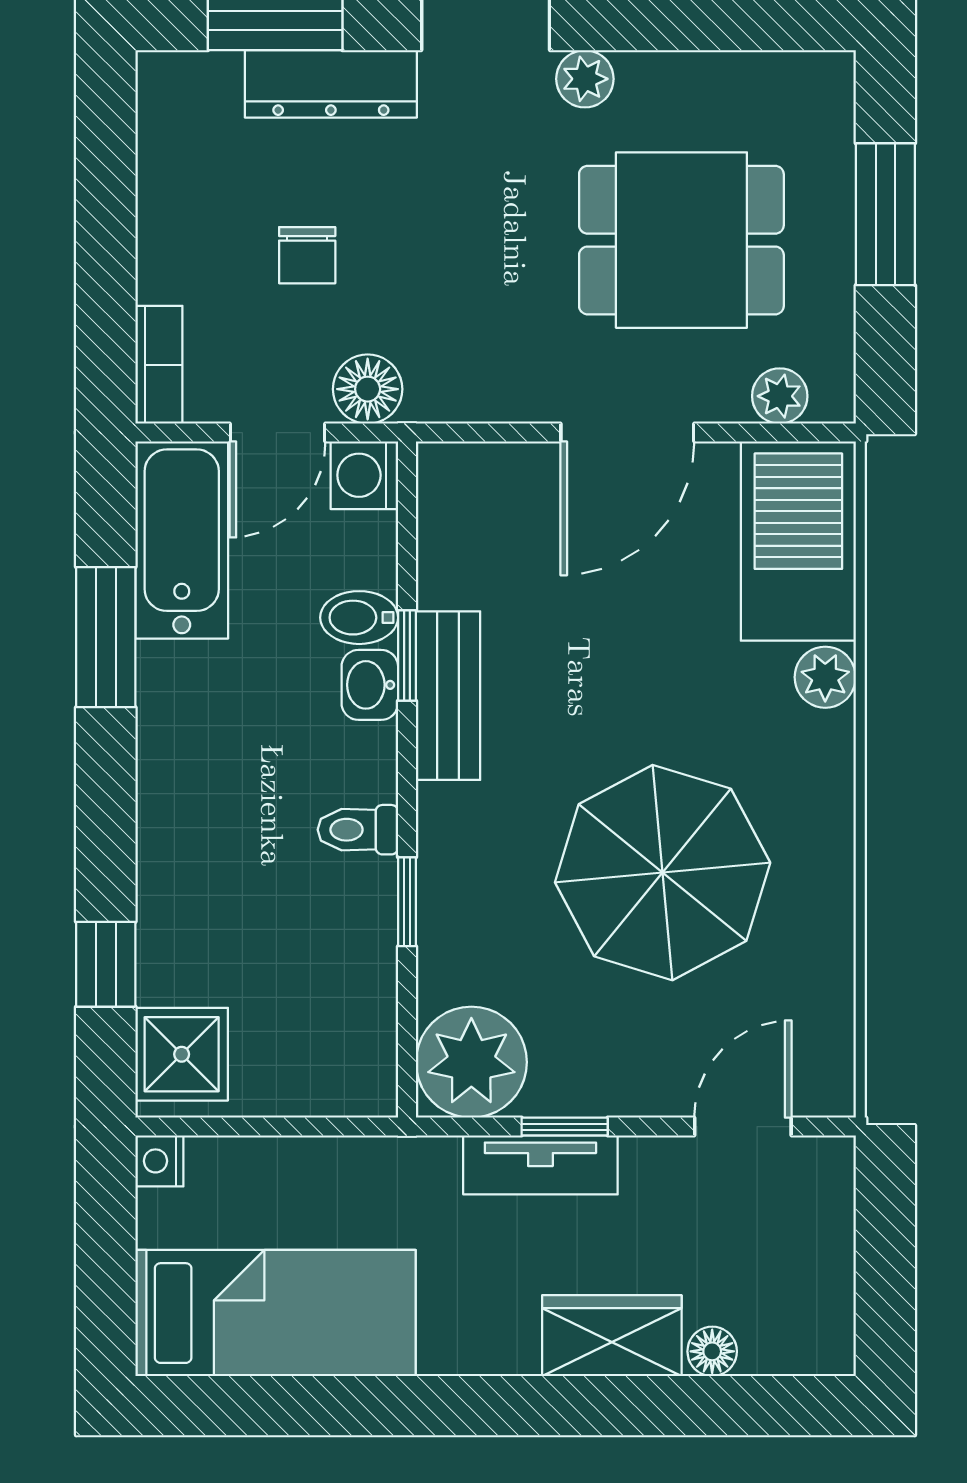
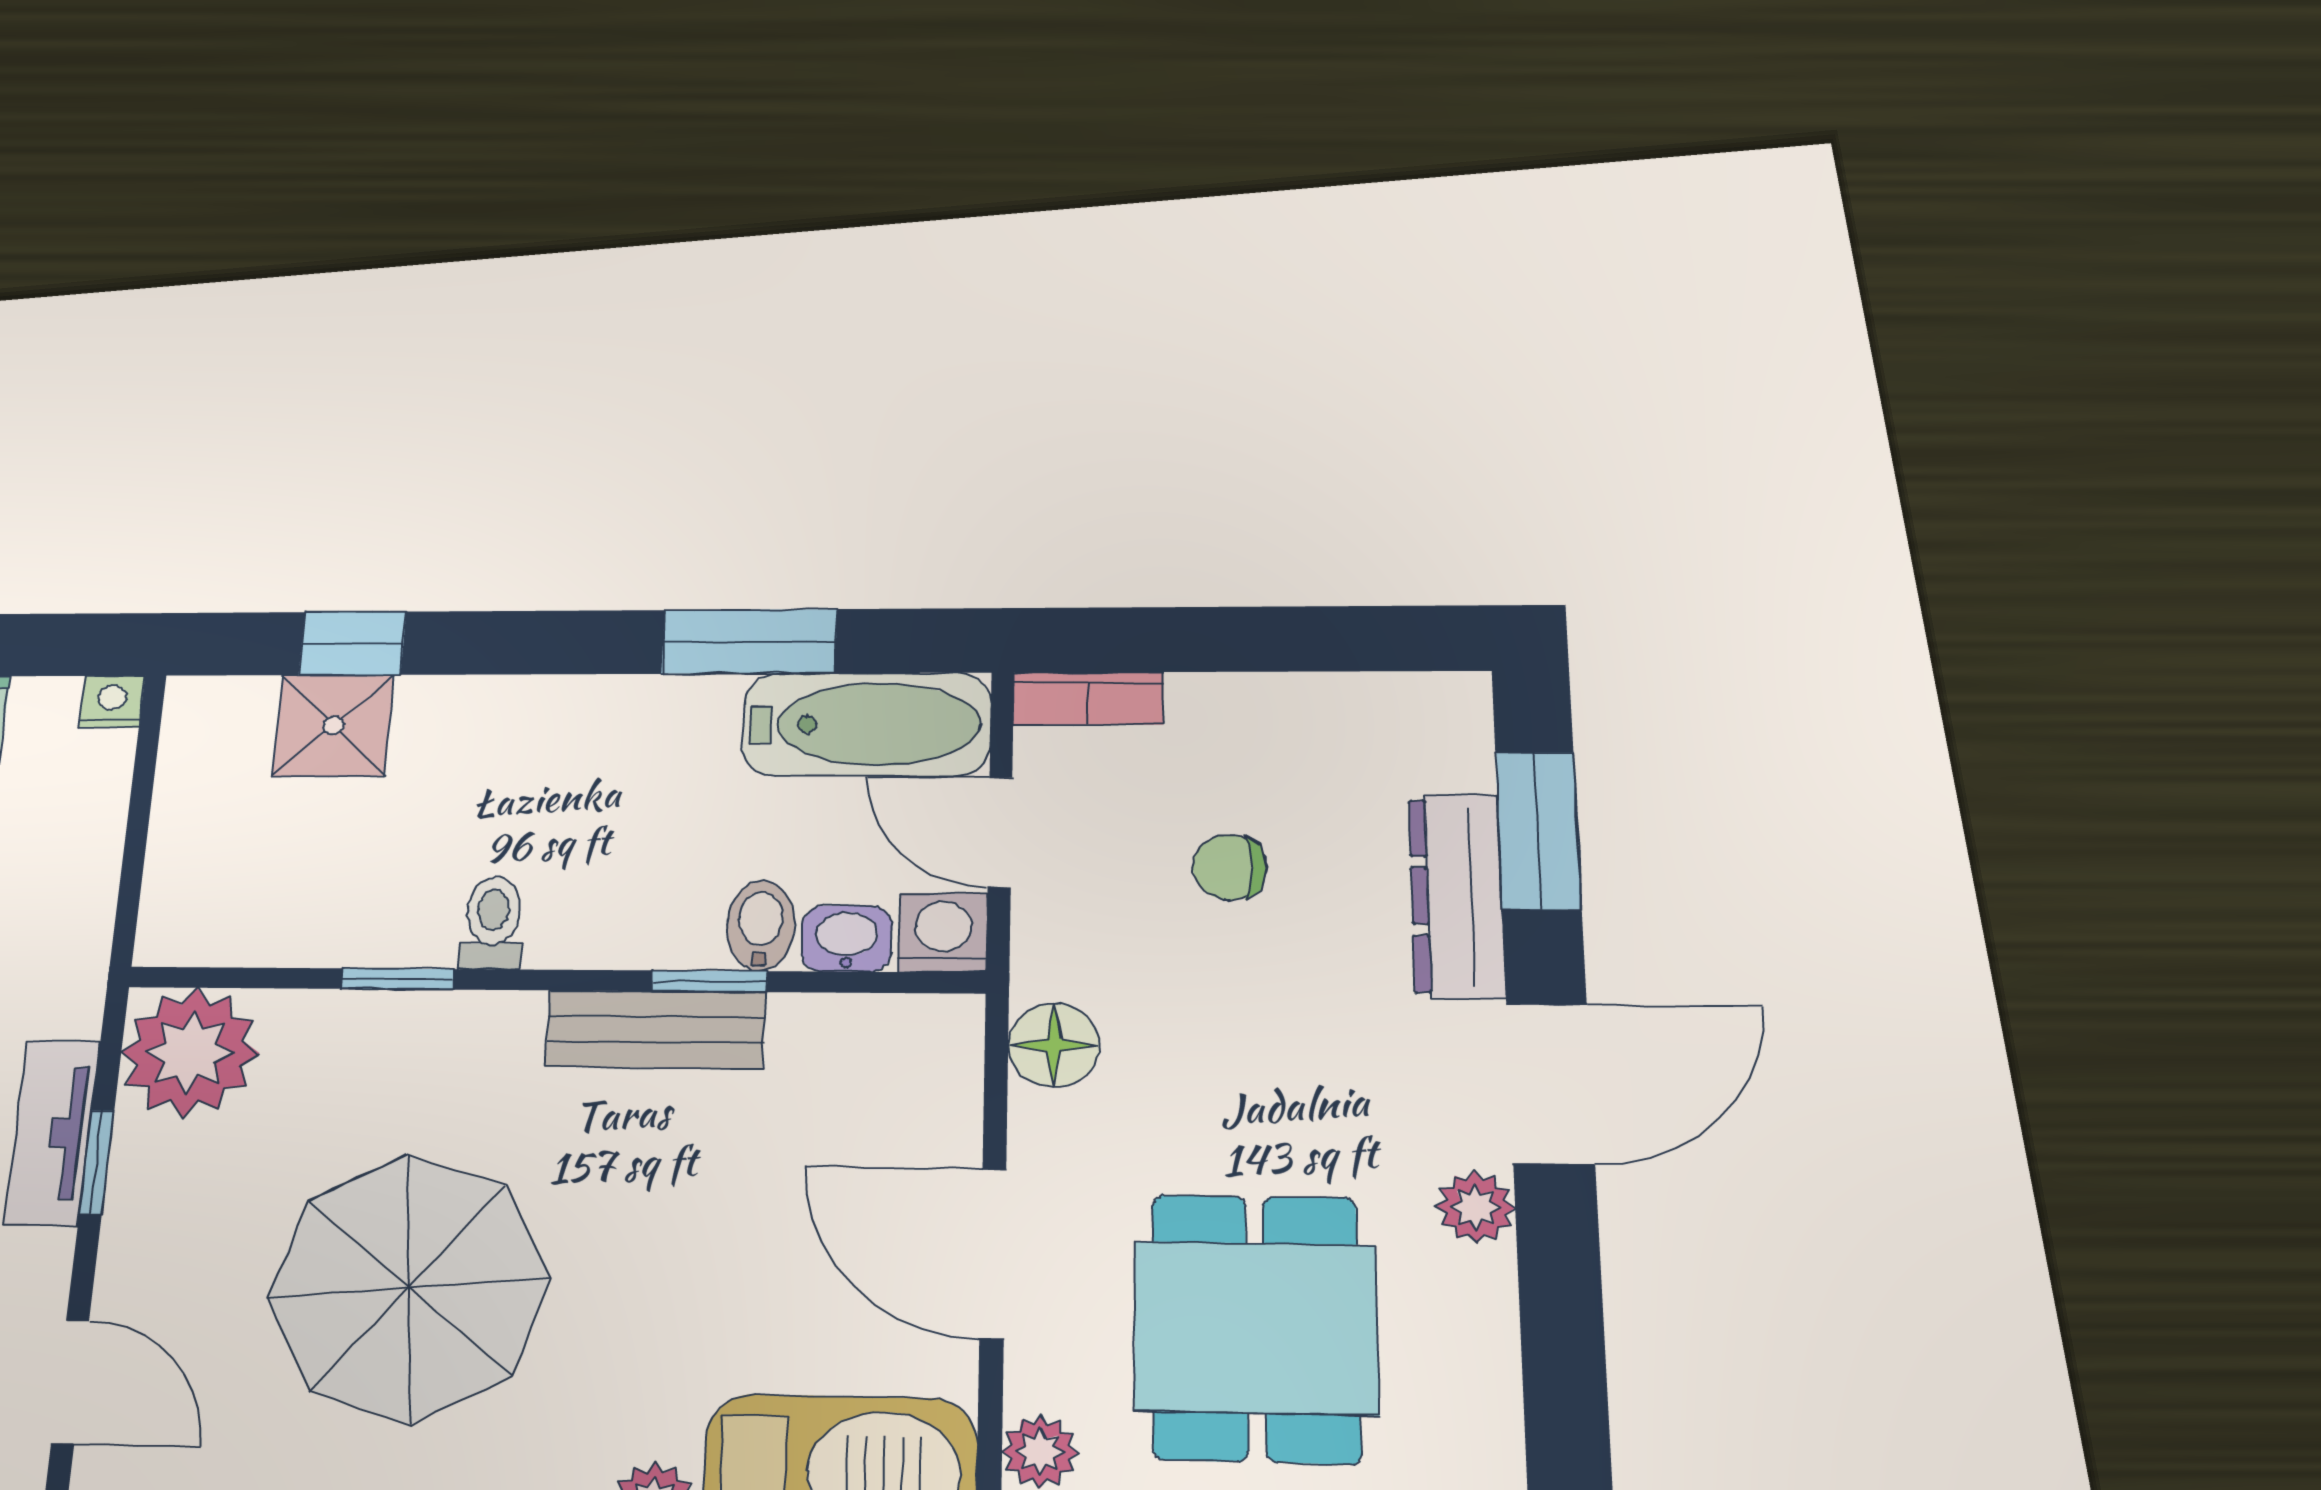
floor lamp: (368, 389) -> (1054, 1045), moved
washbasin: (370, 685) -> (847, 939), moved
shower: (182, 1054) -> (333, 725), moved

